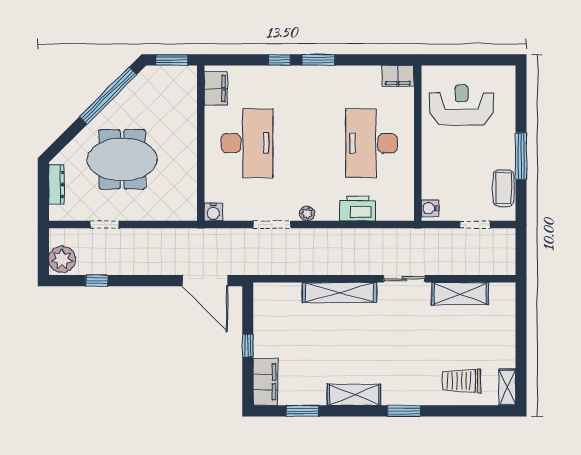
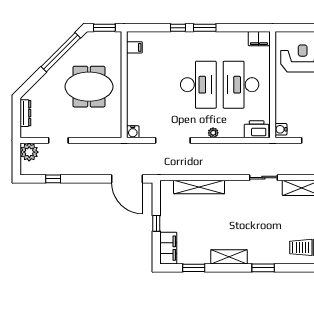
filing cabinet: (216, 89) -> (134, 47), width x0.50
desk: (247, 143) -> (198, 85), moved
meeting table: (122, 159) -> (89, 87), moved
printer: (358, 208) -> (257, 129), moved
plant: (307, 213) -> (213, 133), moved
doorway: (272, 225) -> (173, 140), width x1.36
plant: (62, 259) -> (29, 152), moved
shelving: (339, 293) -> (199, 187), moved

